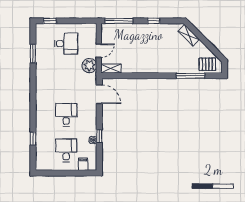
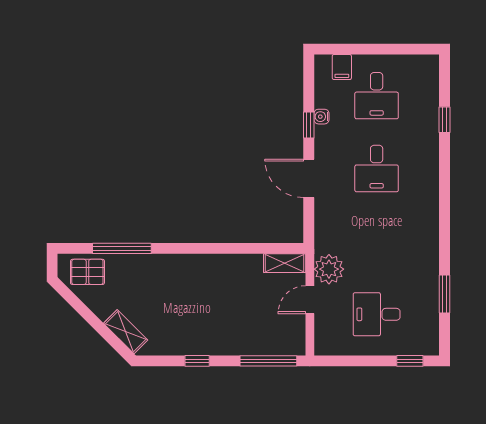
door: (99, 94) -> (309, 178), moved

